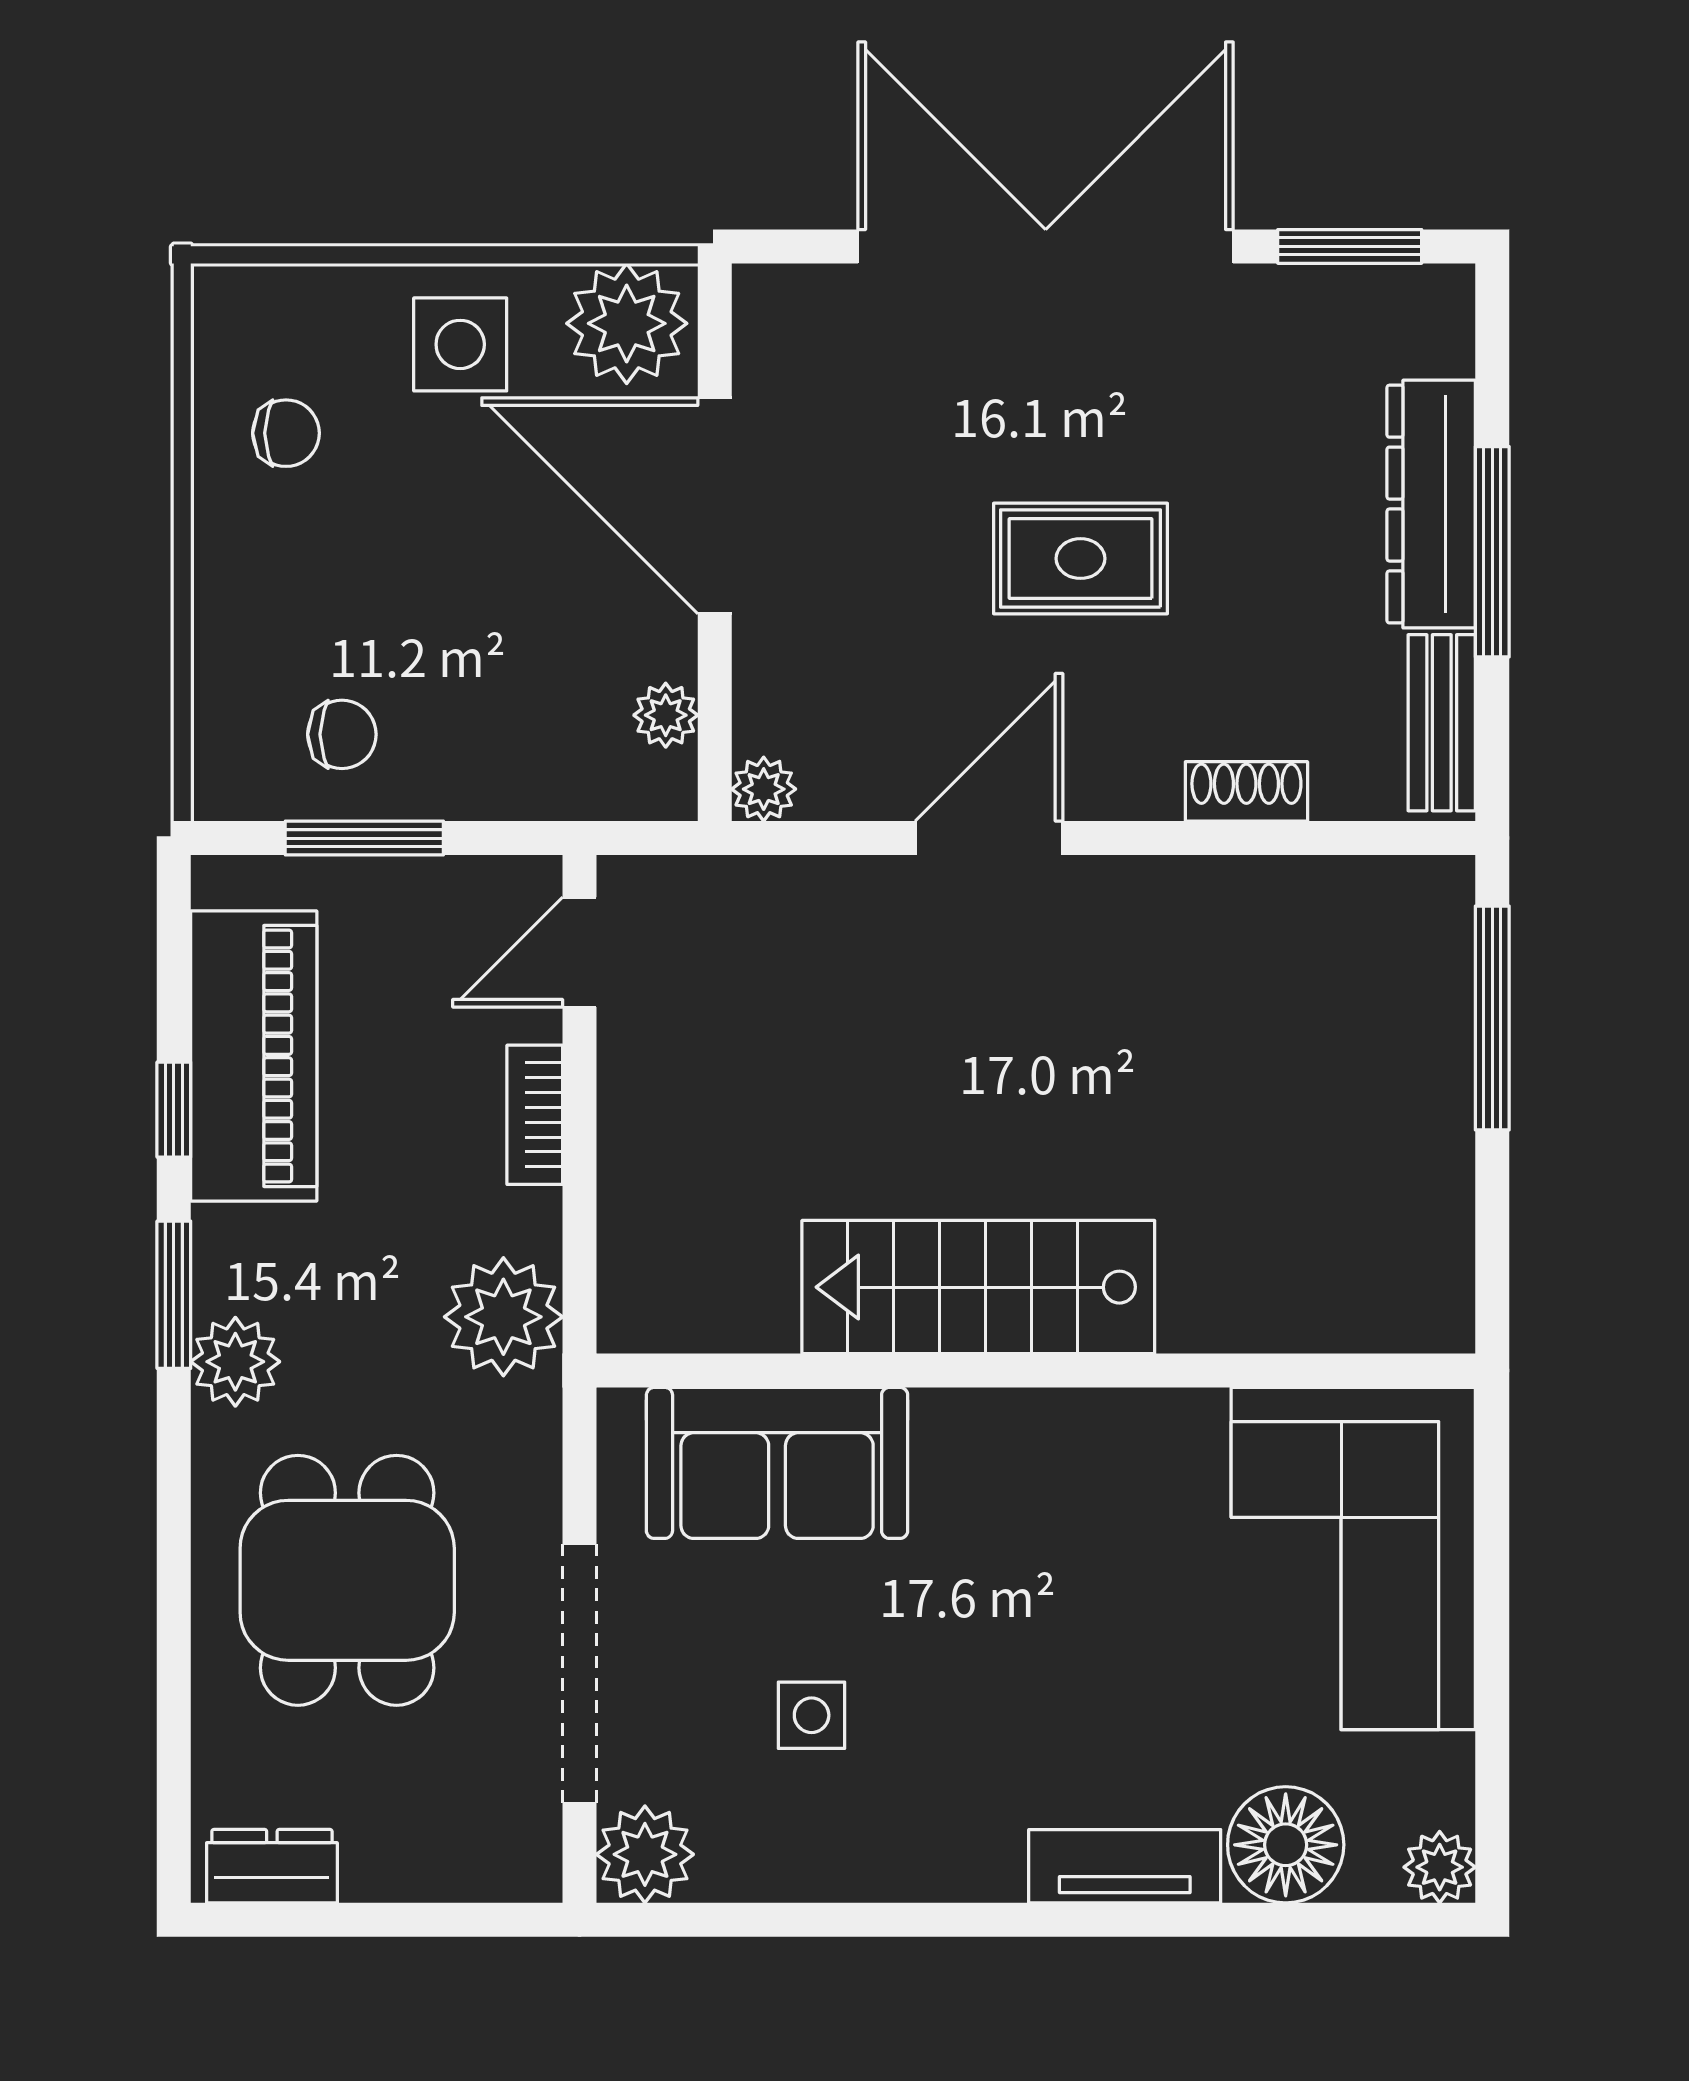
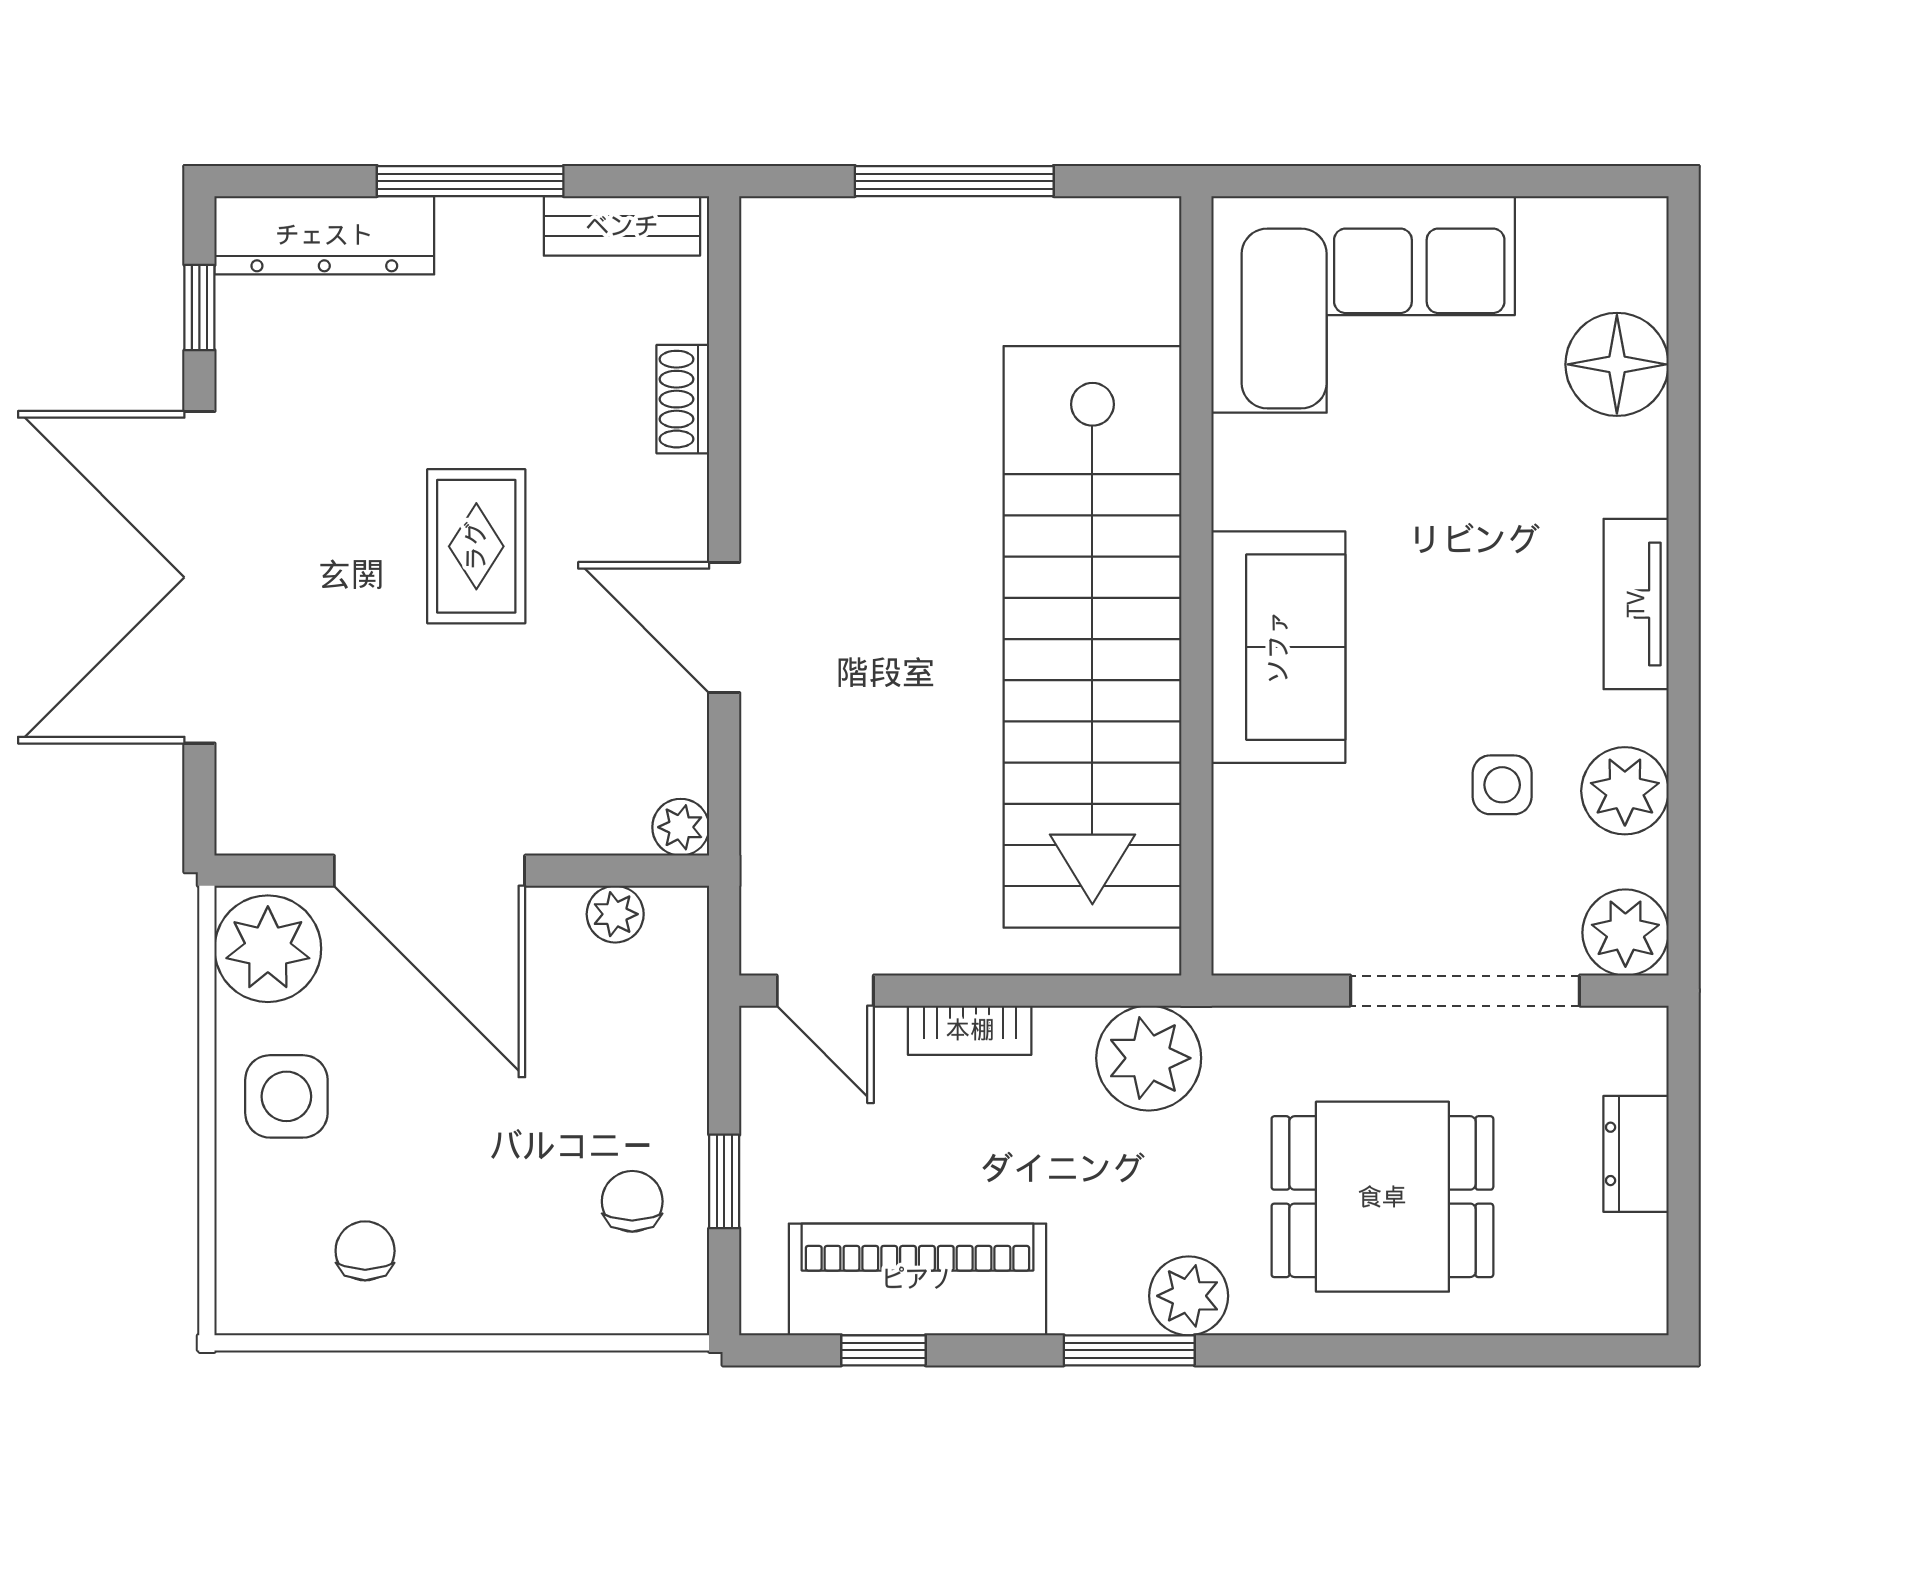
window: (1350, 246) -> (199, 308), width x0.67
dresser: (1431, 504) -> (324, 235), moved
door: (715, 506) -> (429, 871), hinge flipped
window: (364, 838) -> (724, 1181), width x0.67
window: (1492, 1018) -> (954, 181), moved
window: (174, 1110) -> (883, 1350), moved
stairs: (978, 1287) -> (1092, 637), width x1.86, depth x1.51
sofa: (777, 1463) -> (1278, 647), moved
dresser: (272, 1866) -> (1636, 1154), moved
tv unit: (1125, 1866) -> (1636, 604), moved
plant: (1440, 1867) -> (1625, 791), moved, width x1.38, depth x1.38

